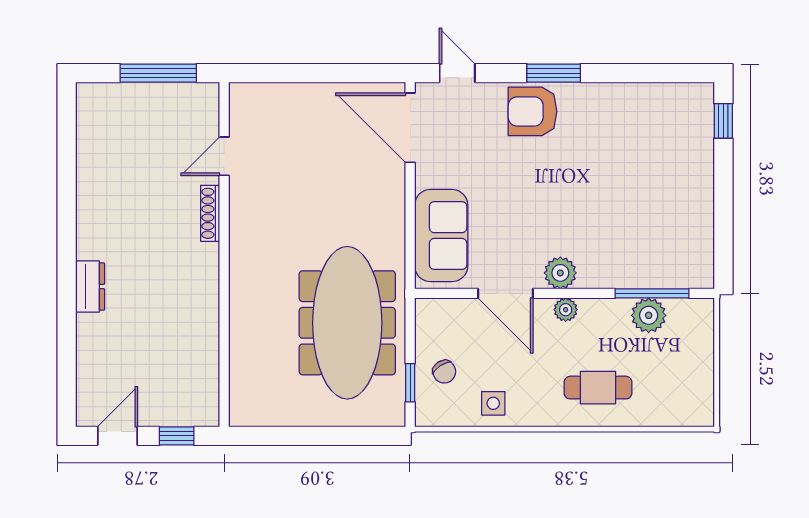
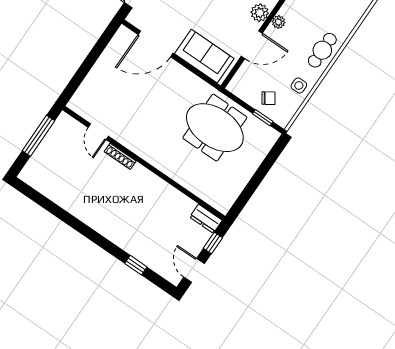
door: (410, 128) -> (155, 44), moved
dresser: (90, 286) -> (206, 219), moved, turned 180
meeting table: (347, 323) -> (215, 128), width x0.73
window: (67, 346) -> (136, 265), added
cafe table: (598, 388) -> (322, 50), moved

